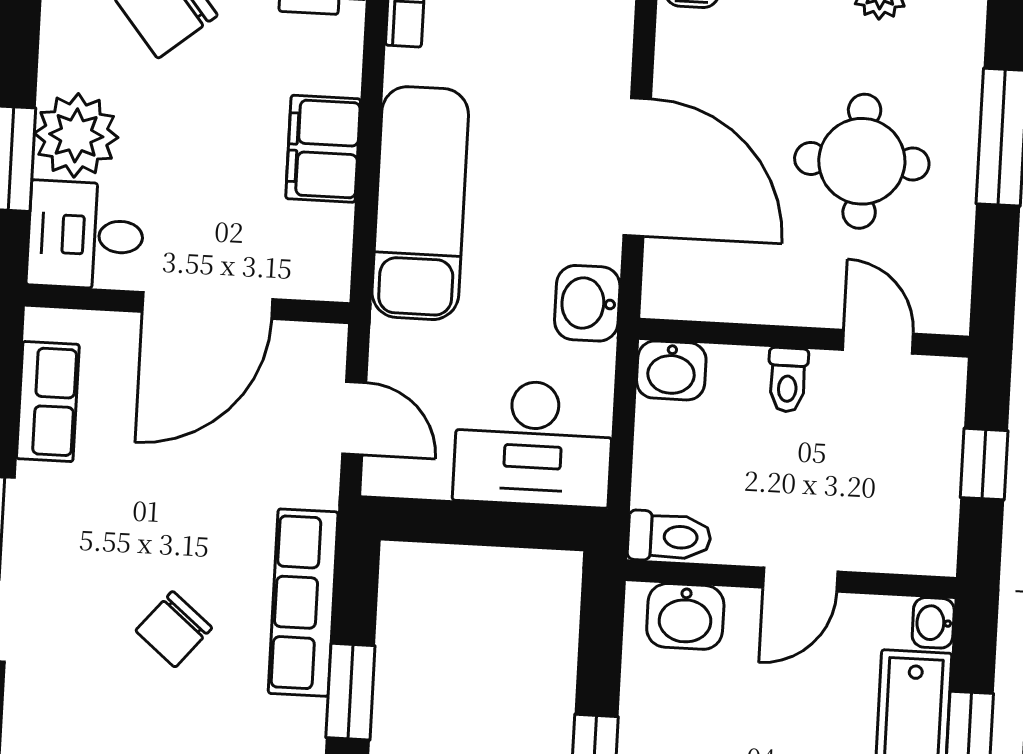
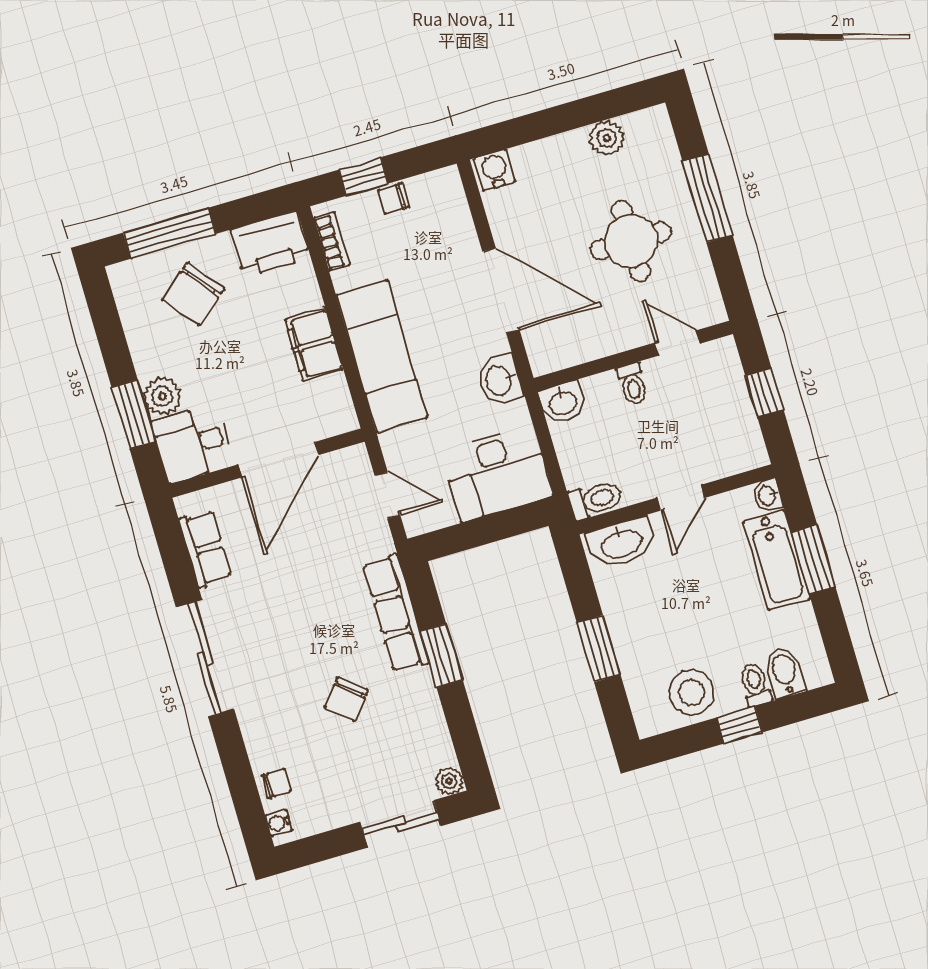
plant: (76, 135) -> (162, 396), width x0.73, depth x0.73
washbasin: (685, 616) -> (621, 543), width x1.38
chair: (174, 629) -> (346, 699), moved

